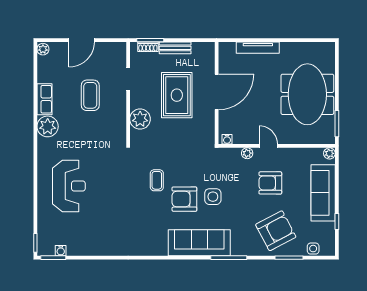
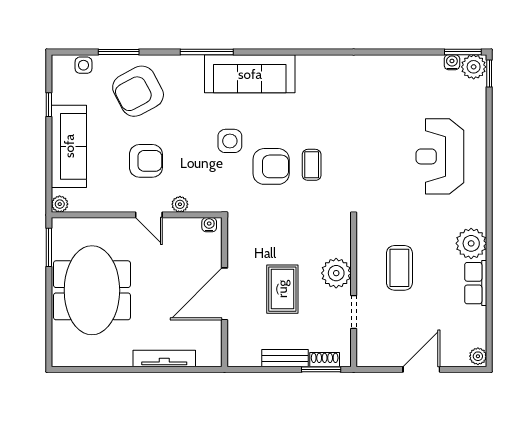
coffee table: (90, 95) -> (399, 268), moved
rug: (177, 95) -> (282, 289), width x0.73, depth x0.70
plant: (140, 119) -> (336, 273), moved
armchair: (184, 199) -> (271, 166), moved
plant: (46, 247) -> (474, 67), added

